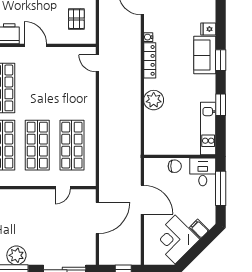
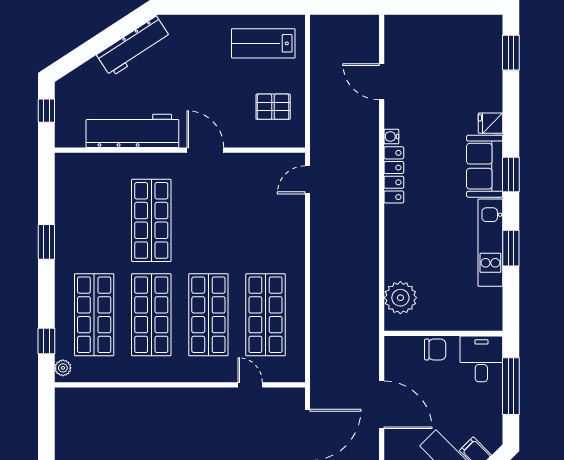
pallet: (76, 19) -> (273, 107), turned 90
door: (97, 63) -> (308, 180), hinge flipped
plant: (154, 100) -> (400, 298), moved
kitchen unit: (208, 128) -> (490, 243), moved
door: (63, 188) -> (250, 385), swing flipped

